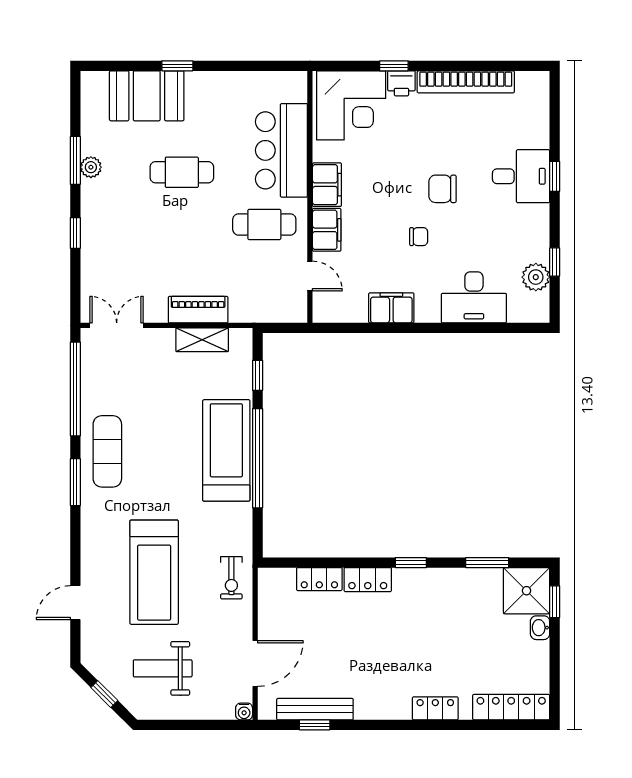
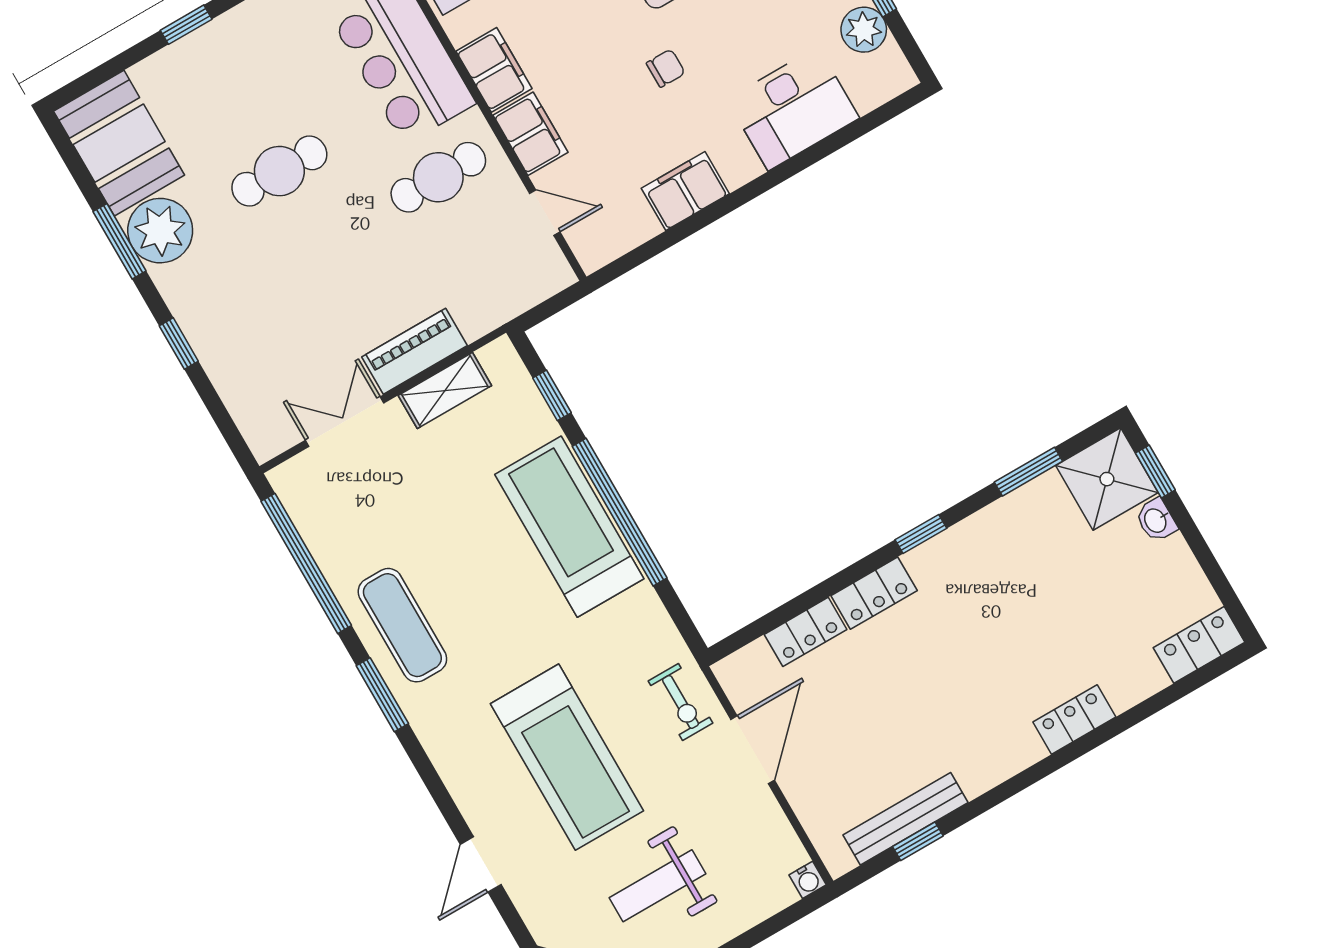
booth: (147, 96) -> (119, 143), moved, turned 90
plant: (91, 167) -> (160, 231), width x1.88, depth x1.88
double door: (117, 325) -> (345, 422), moved
door: (255, 663) -> (753, 750), moved
locker: (511, 707) -> (1199, 645), width x0.66

